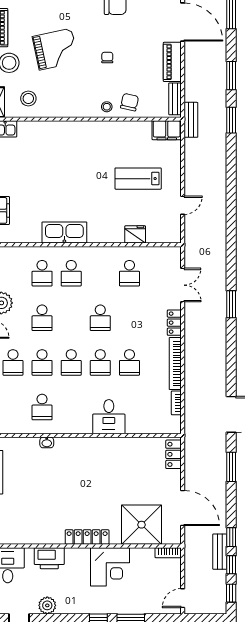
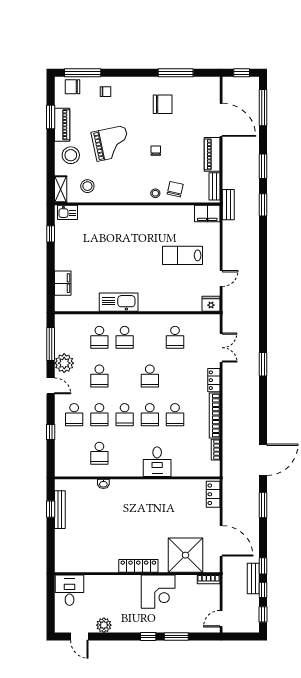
fridge: (135, 234) -> (211, 304), moved
printer: (49, 558) -> (106, 584), removed

